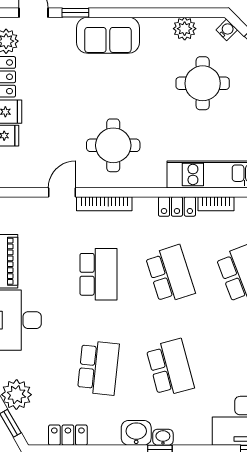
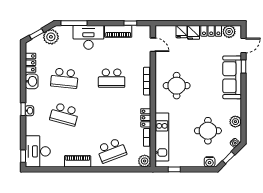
sofa: (108, 35) -> (232, 77), width x1.36
door: (62, 192) -> (153, 45), moved
school desk: (170, 274) -> (112, 114), removed
school desk: (170, 368) -> (64, 114), turned 30
washbasin: (136, 433) -> (32, 81), moved

